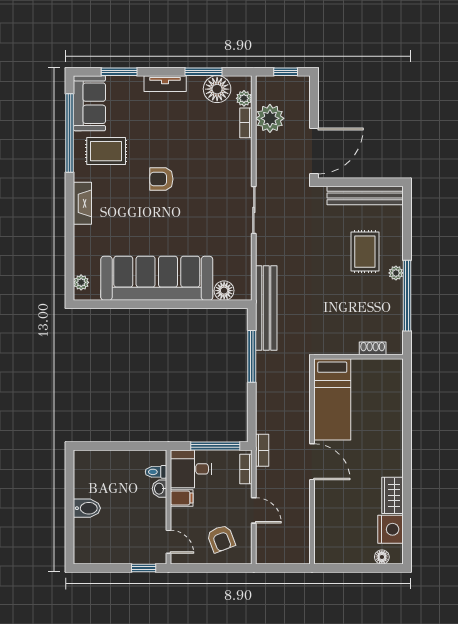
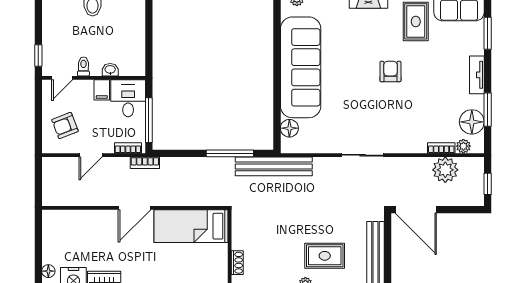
toilet: (156, 472) -> (83, 67), moved

